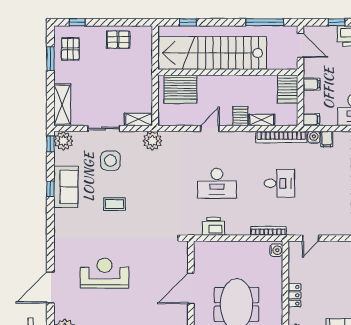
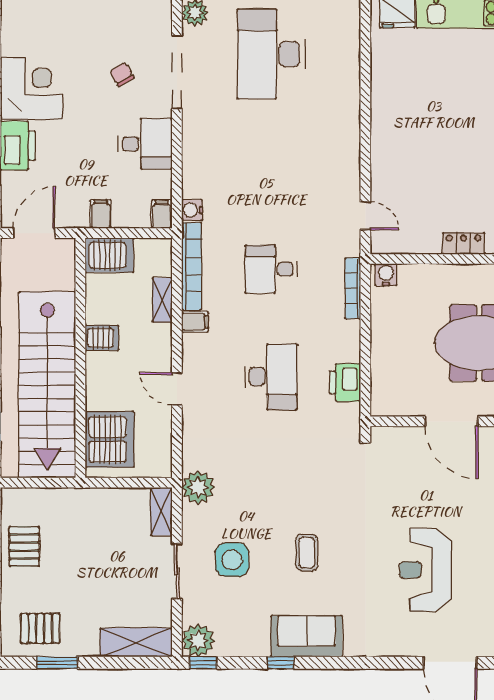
server rack: (240, 116) -> (102, 338), moved, turned 180
filing cabinet: (327, 139) -> (195, 322), moved
desk: (279, 183) -> (271, 269), turned -90
sofa: (66, 187) -> (307, 636), moved

